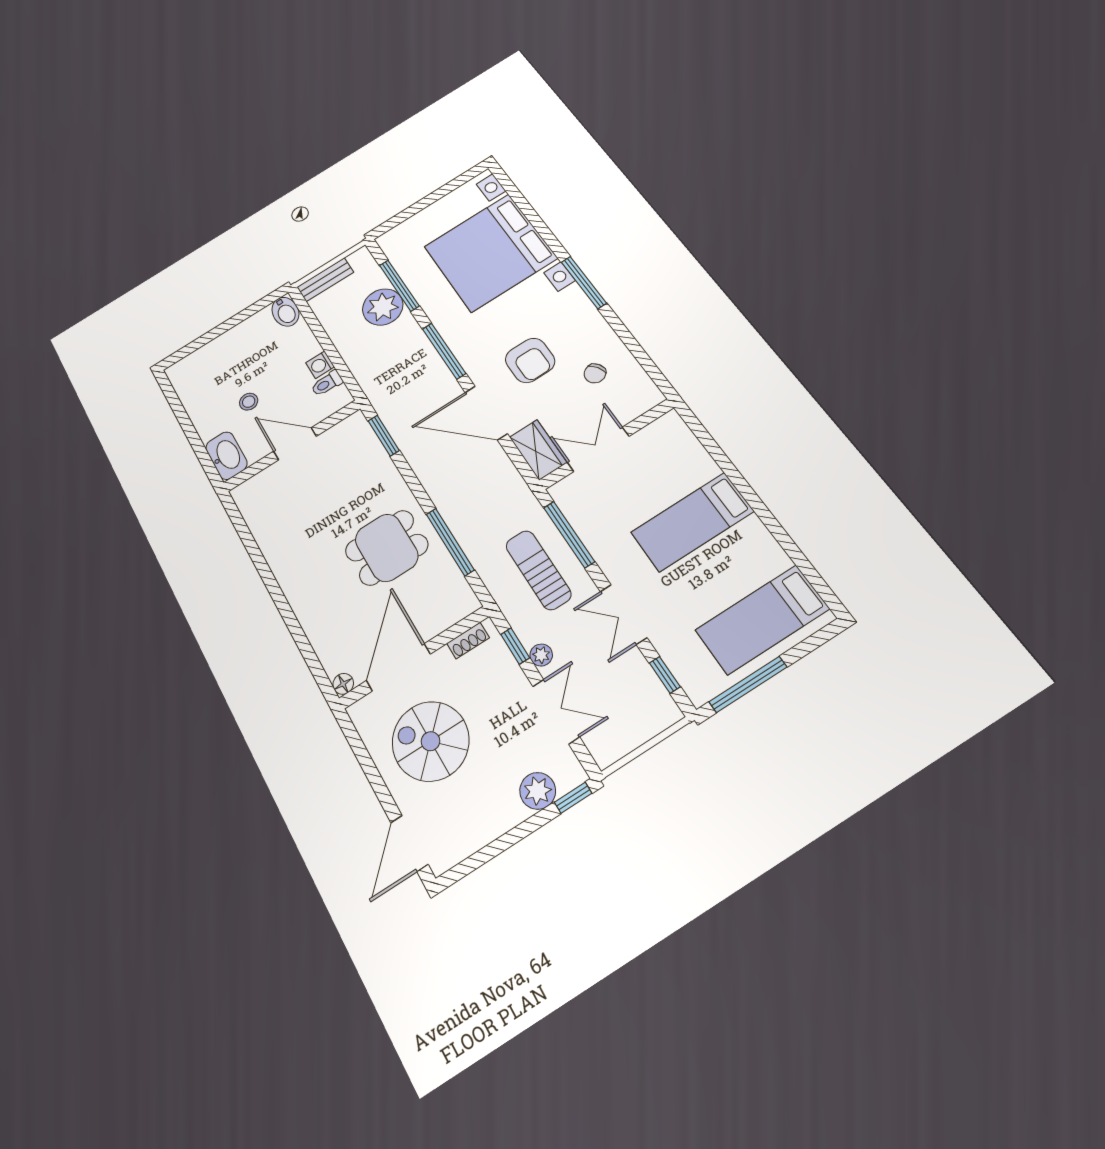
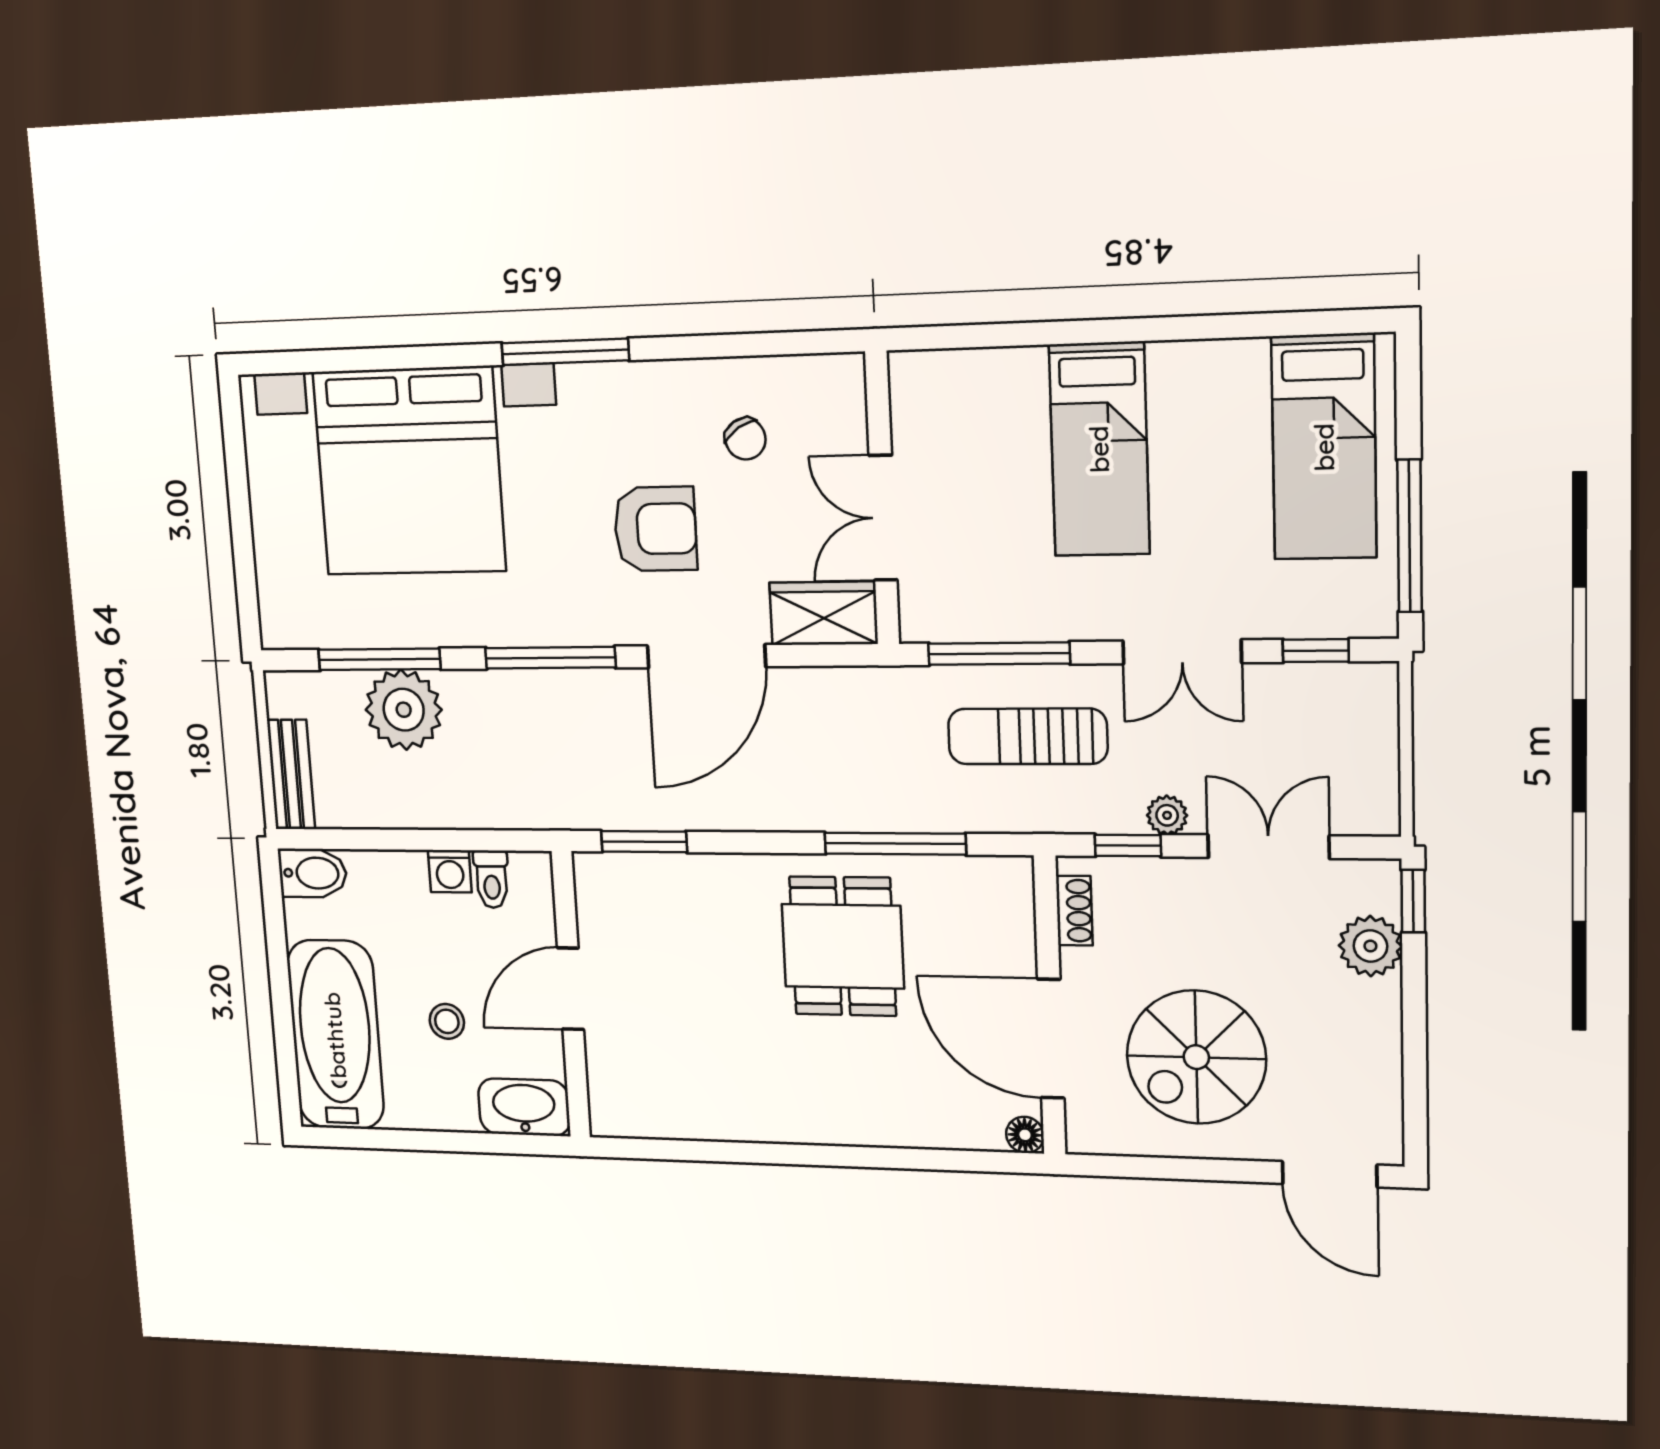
bathtub: (215, 361) -> (335, 1035), added

